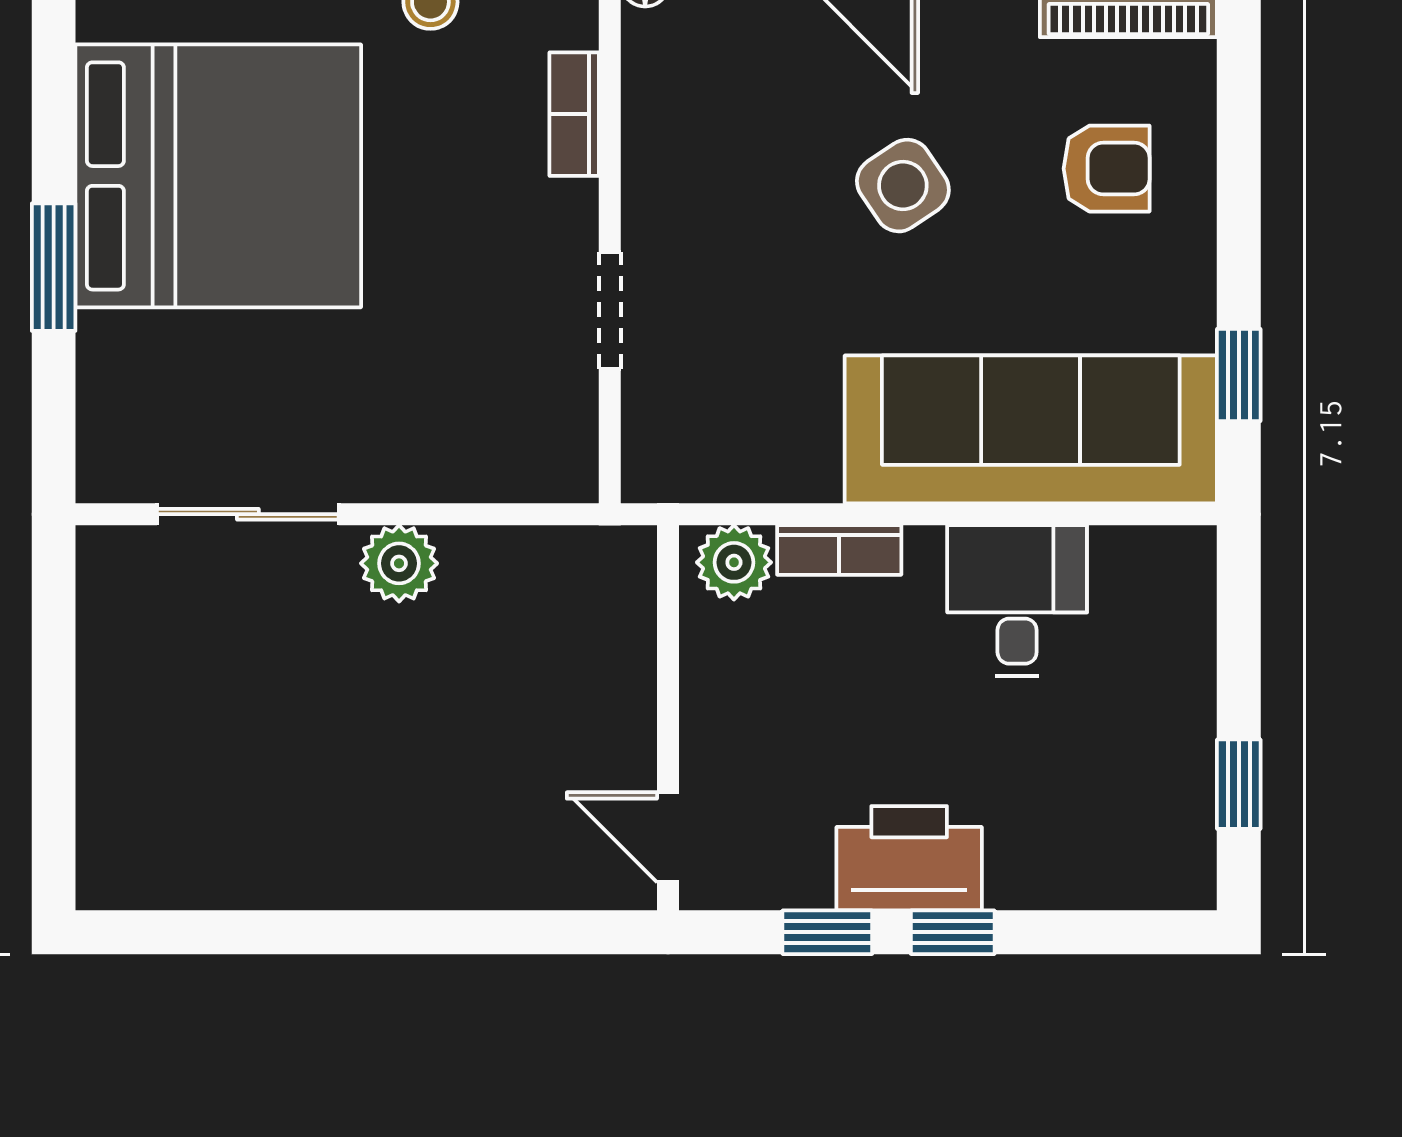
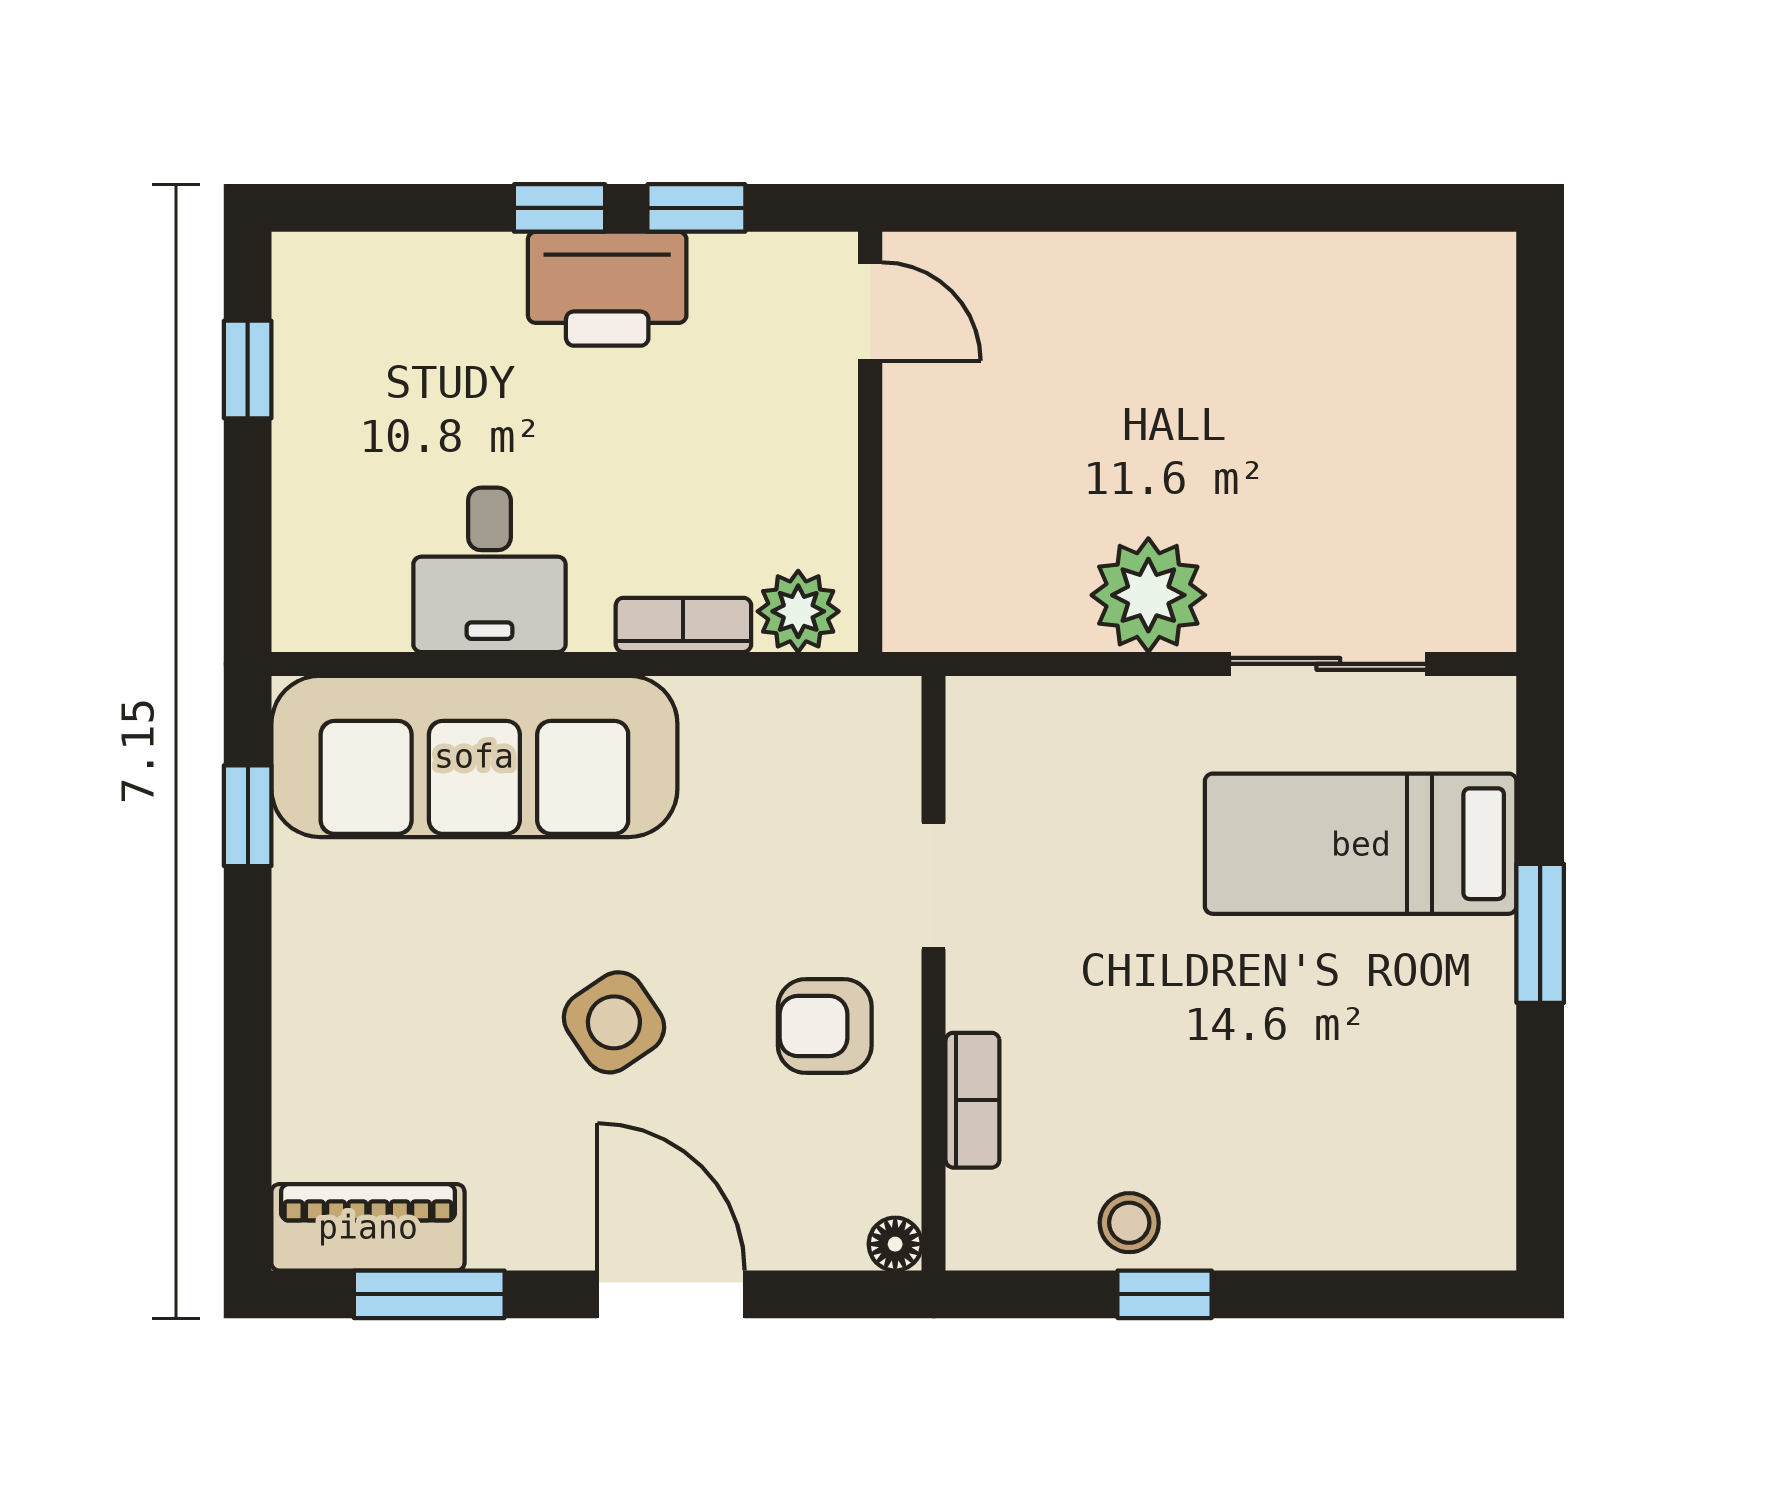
armchair: (1107, 169) -> (825, 1026), moved
bed: (218, 176) -> (1361, 844), moved, width x0.49
plant: (399, 563) -> (1148, 595), width x1.36, depth x1.36

